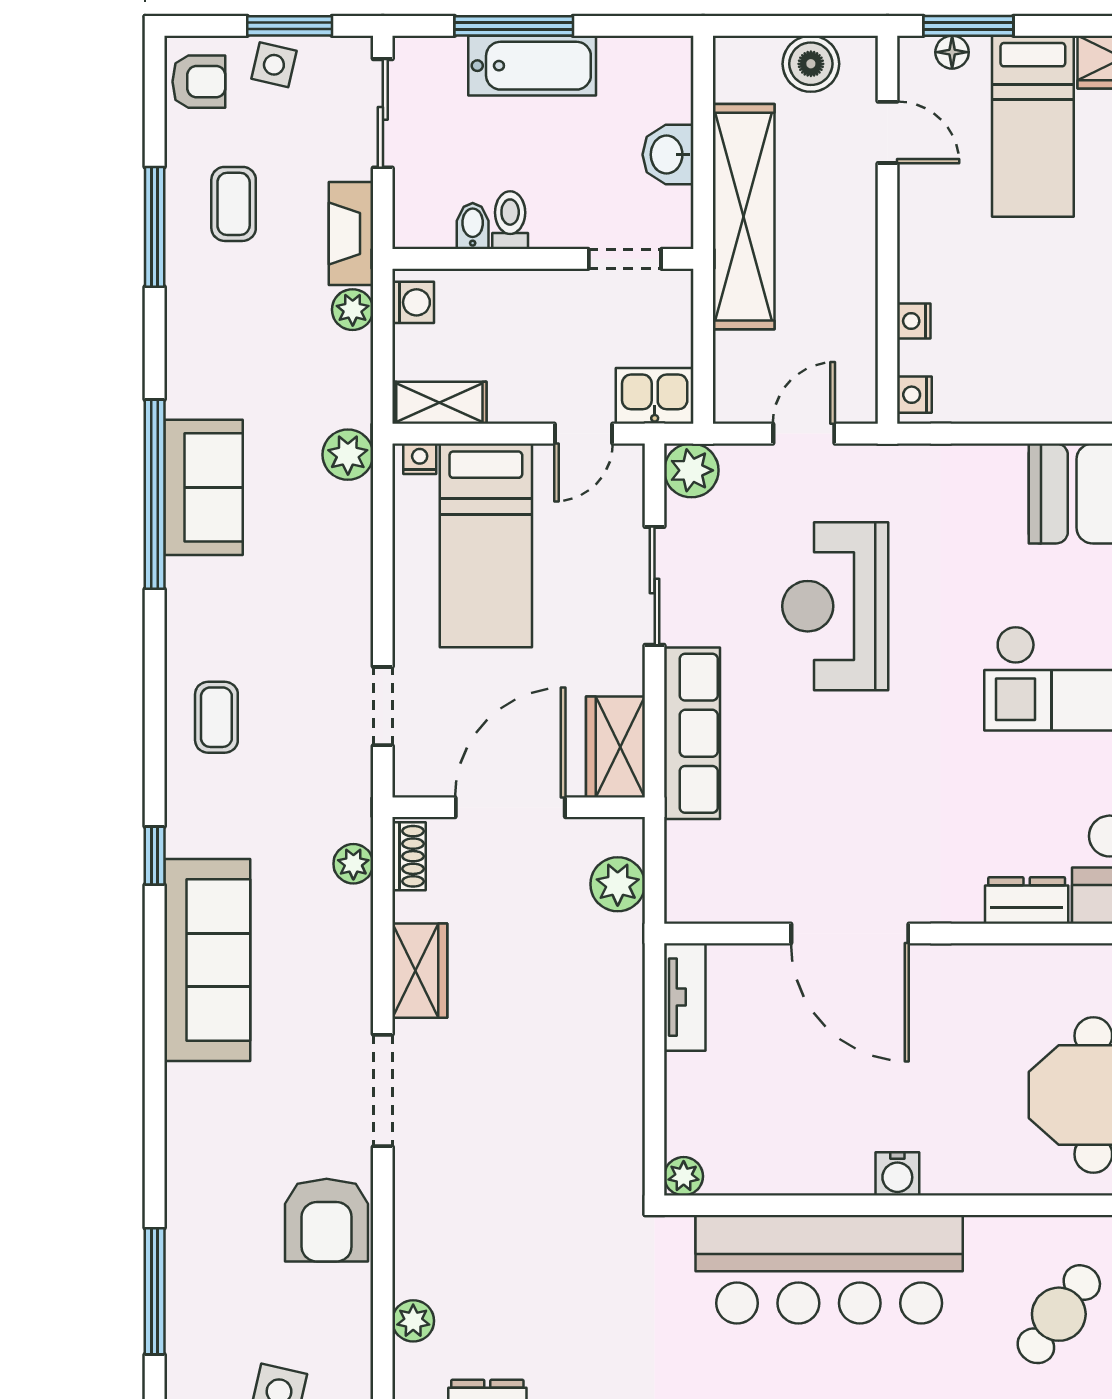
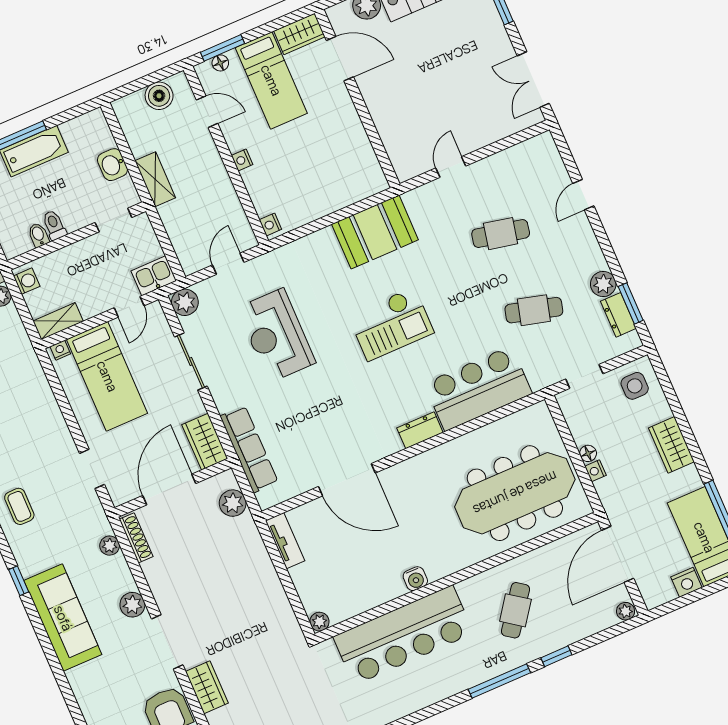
shelving: (744, 217) -> (155, 179), width x0.45, depth x0.75
nightstand: (914, 321) -> (242, 160), moved
plant: (348, 455) -> (132, 605), moved
row of seats: (692, 733) -> (249, 449), moved
shoe rack: (409, 856) -> (136, 538), width x1.43
wardrobe: (420, 971) -> (207, 687), moved

